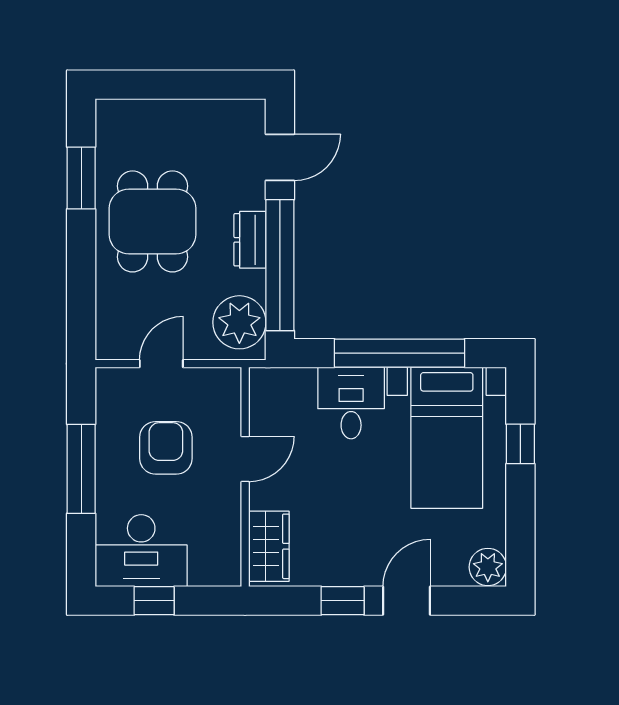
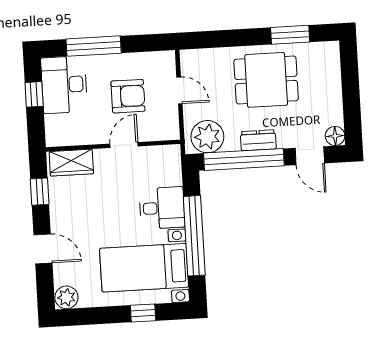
floor lamp: (250, 114) -> (335, 136), added
door: (245, 459) -> (124, 145), swing flipped
window: (81, 469) -> (94, 46), moved
window: (343, 601) -> (40, 192), moved

